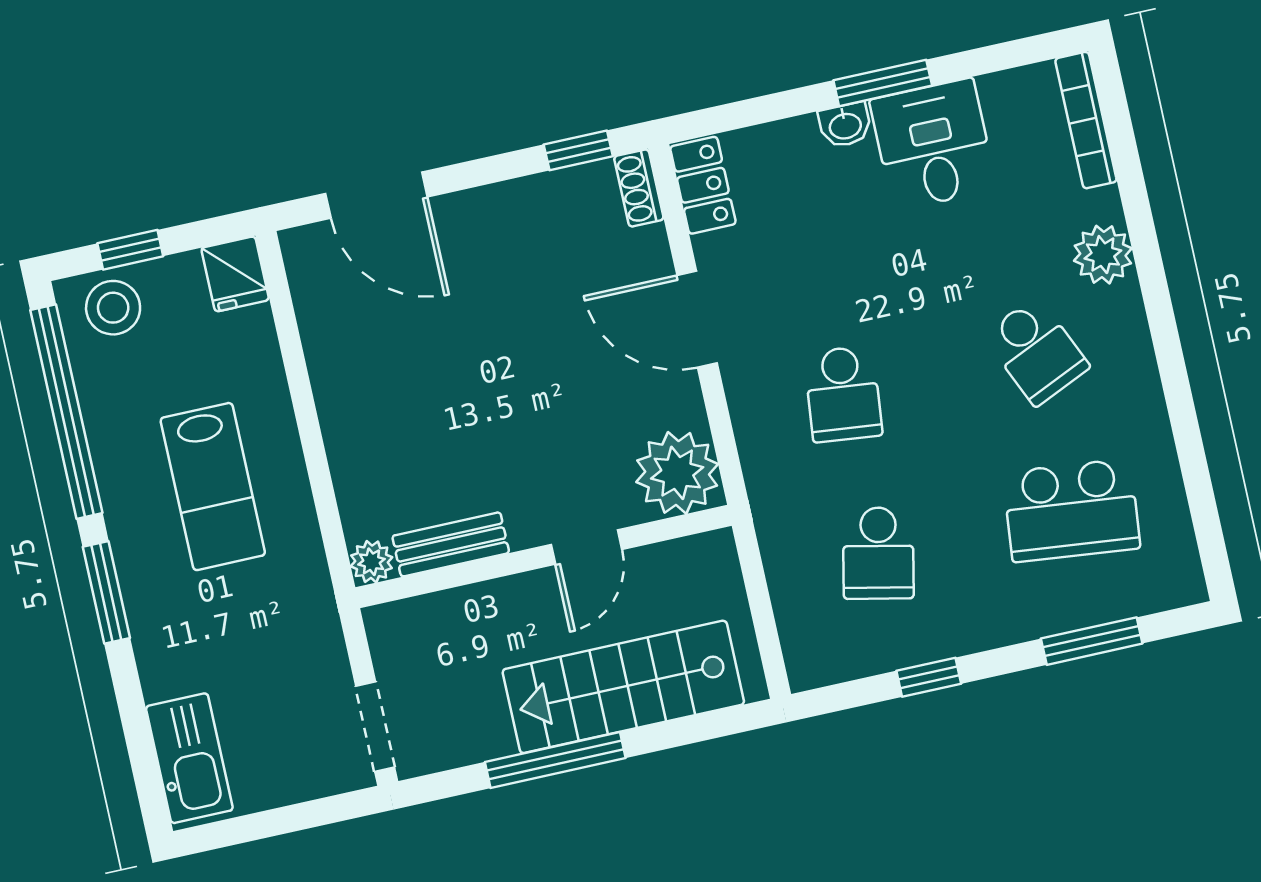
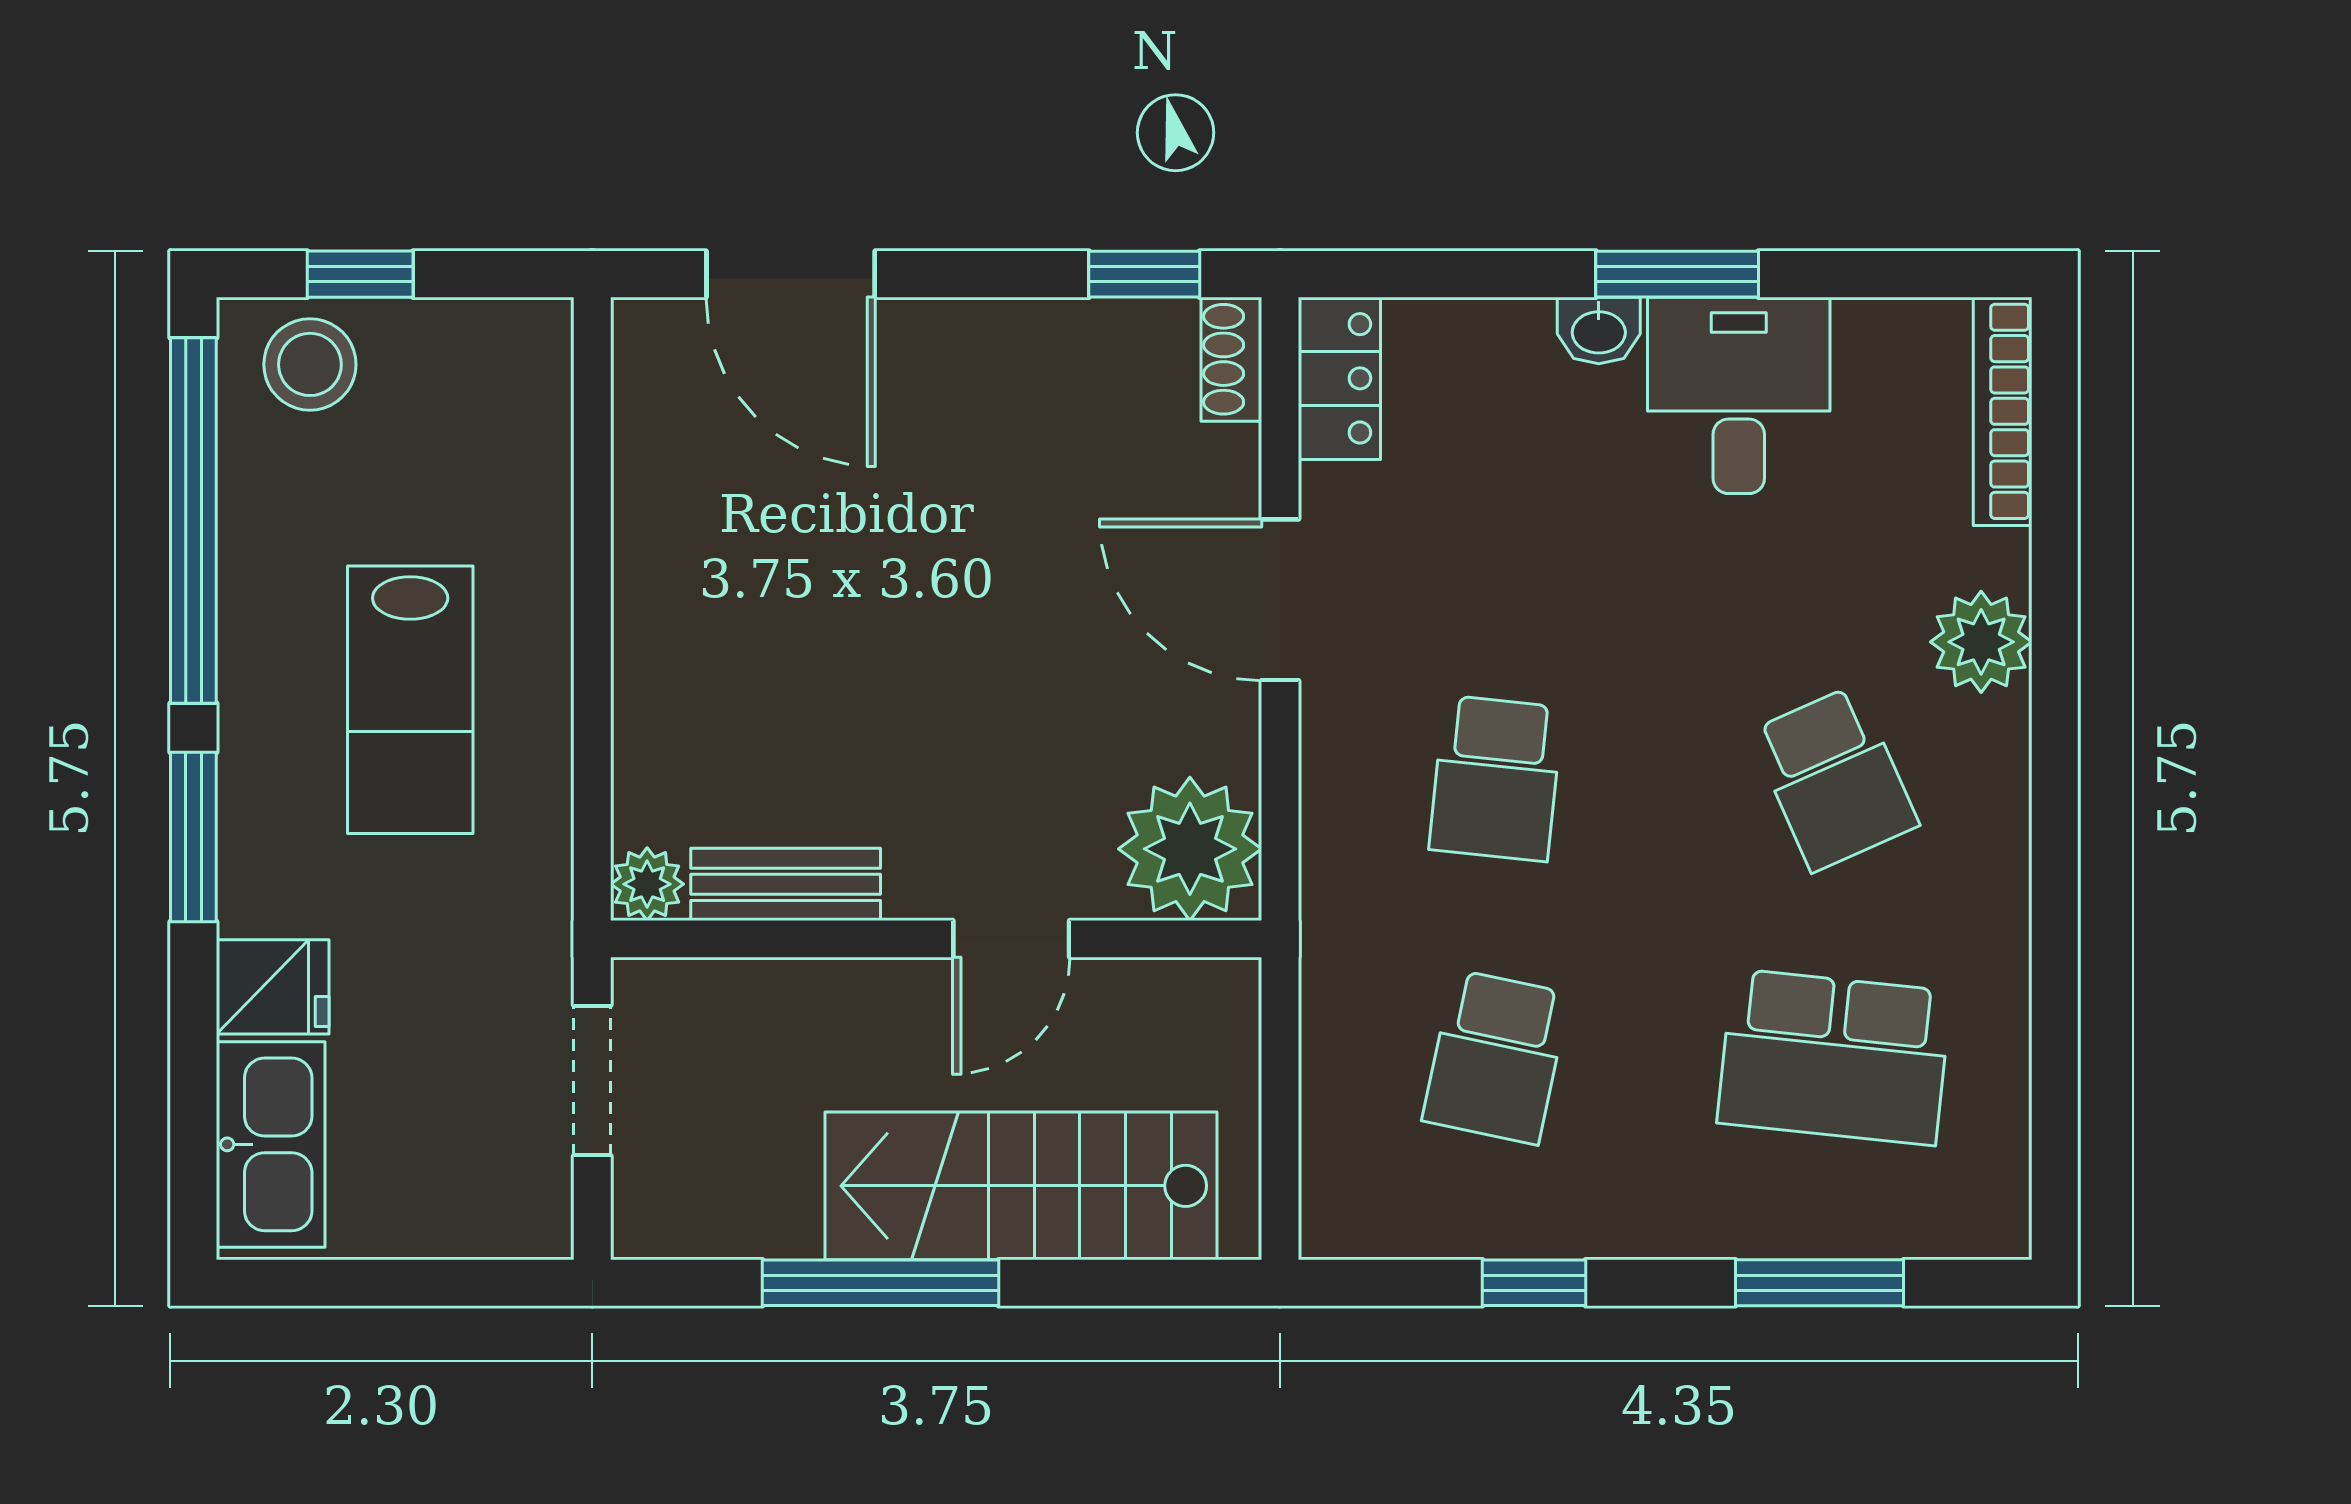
fridge: (235, 274) -> (273, 987), moved, turned -90
doorway: (375, 727) -> (592, 1080), moved

